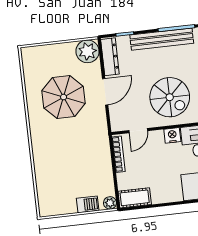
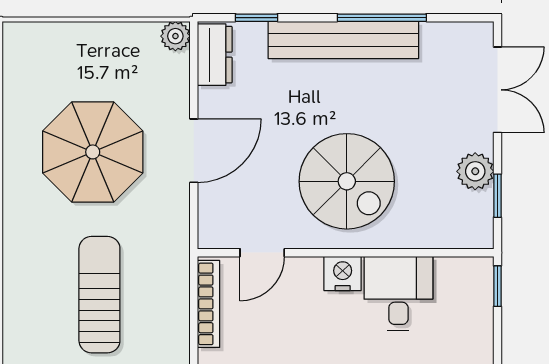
plant: (88, 51) -> (175, 36), width x0.53, depth x0.53
dresser: (110, 57) -> (215, 55), width x0.70
sun lounger: (73, 156) -> (99, 295), added

